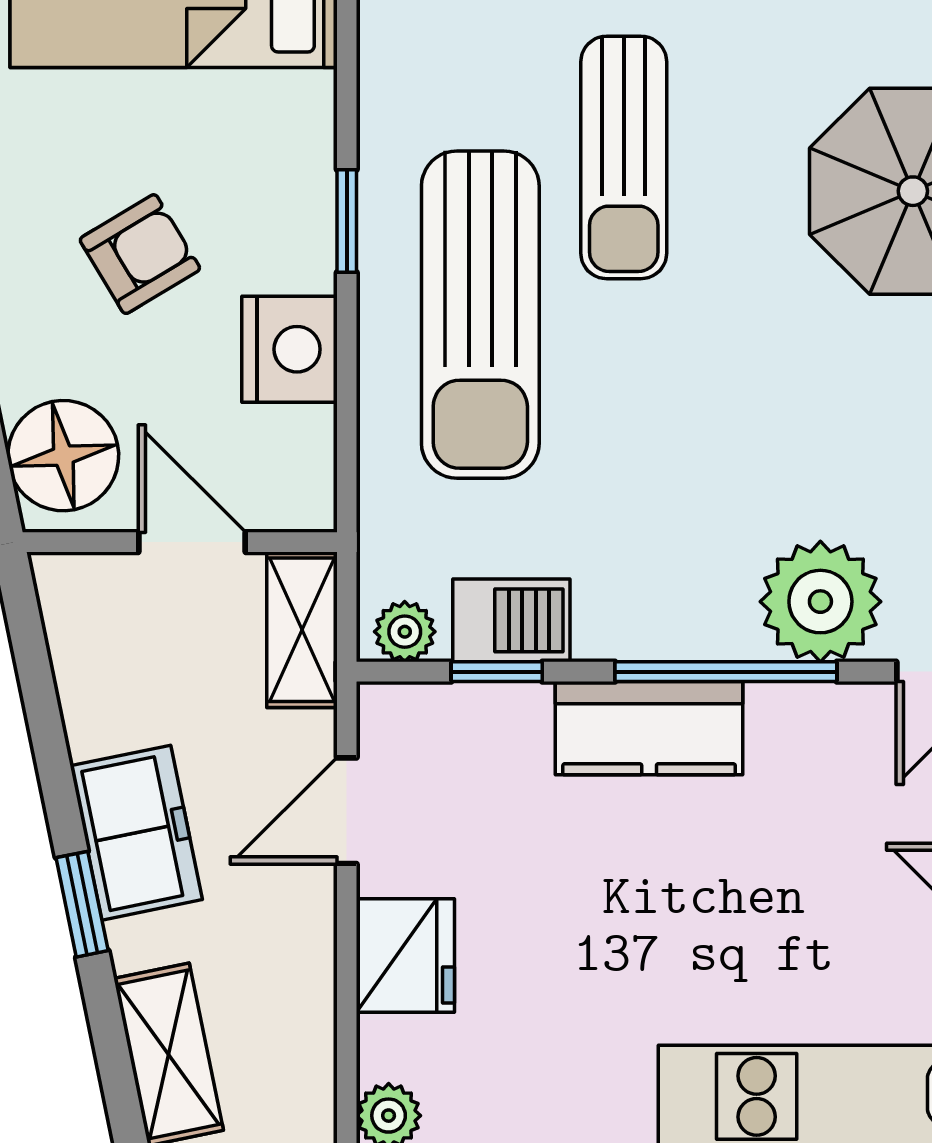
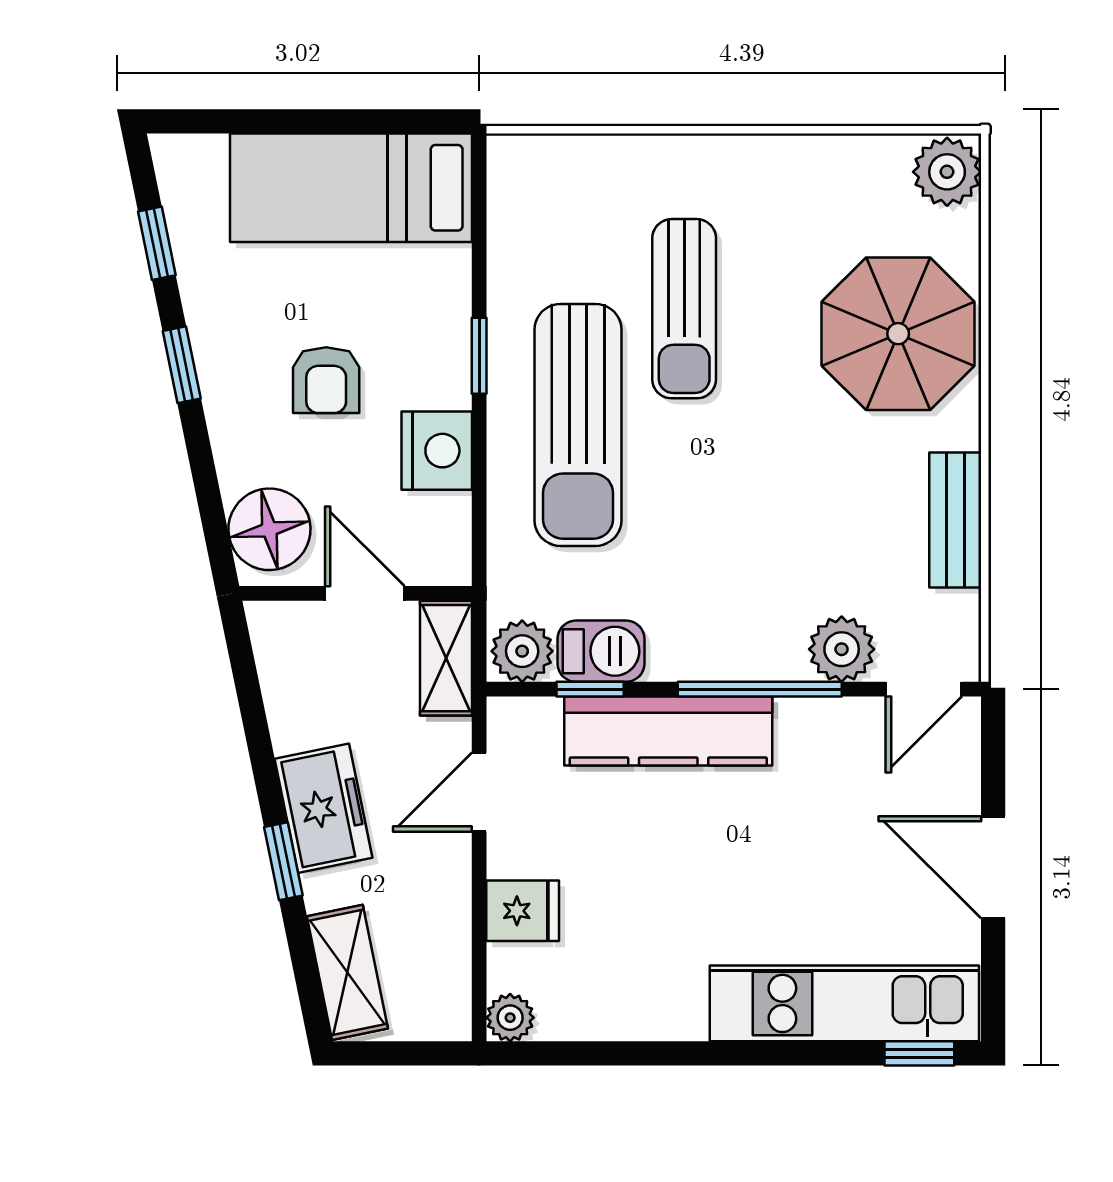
armchair: (140, 254) -> (326, 380), turned 121
plant: (820, 602) -> (842, 649), width x0.73, depth x0.73
plant: (405, 632) -> (522, 651), width x1.38, depth x1.38
kitchen counter: (649, 728) -> (668, 731), width x1.50
fridge: (405, 955) -> (523, 911), width x0.72

